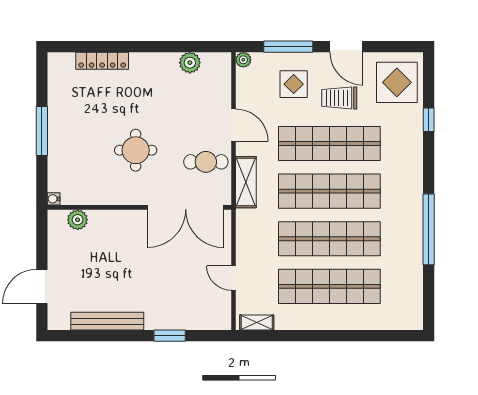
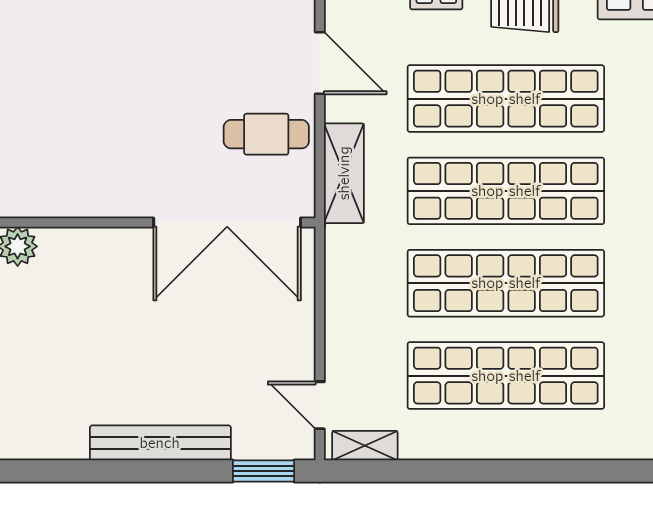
round table: (136, 150) -> (130, 112), removed
door: (233, 278) -> (320, 405), moved
bench: (107, 321) -> (160, 443), moved
window: (170, 336) -> (263, 471), moved

